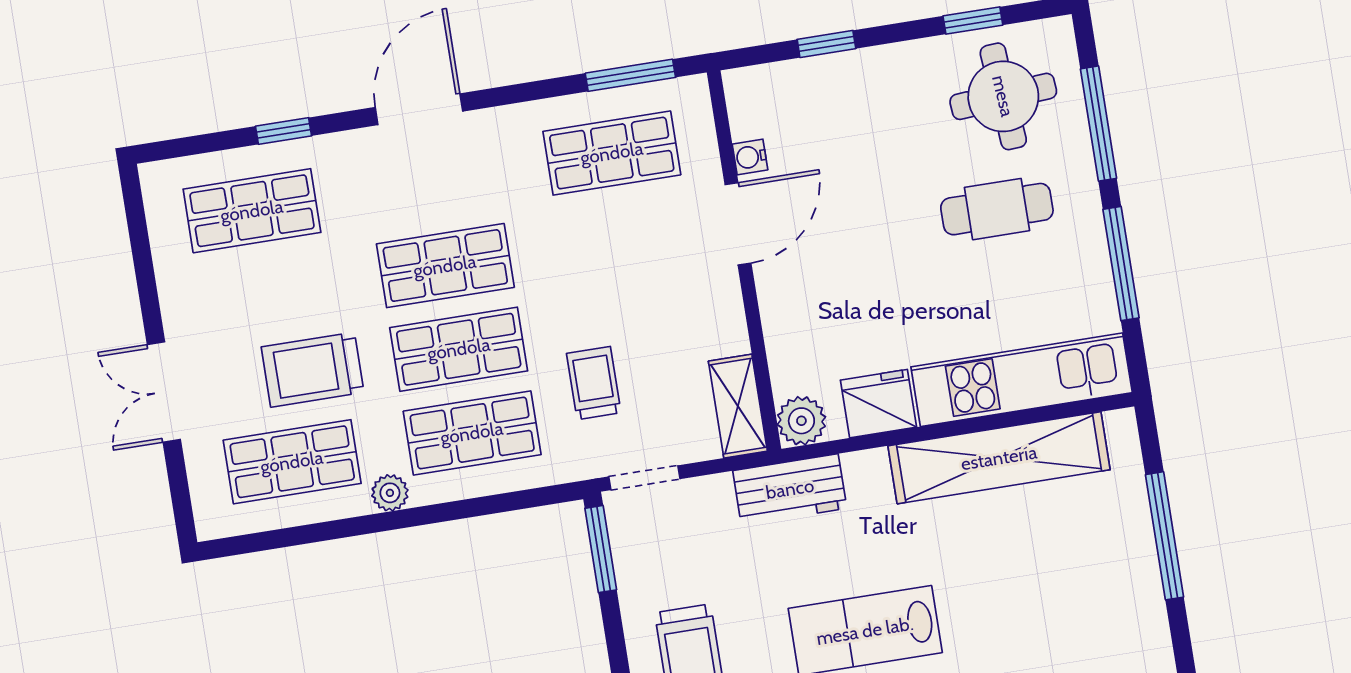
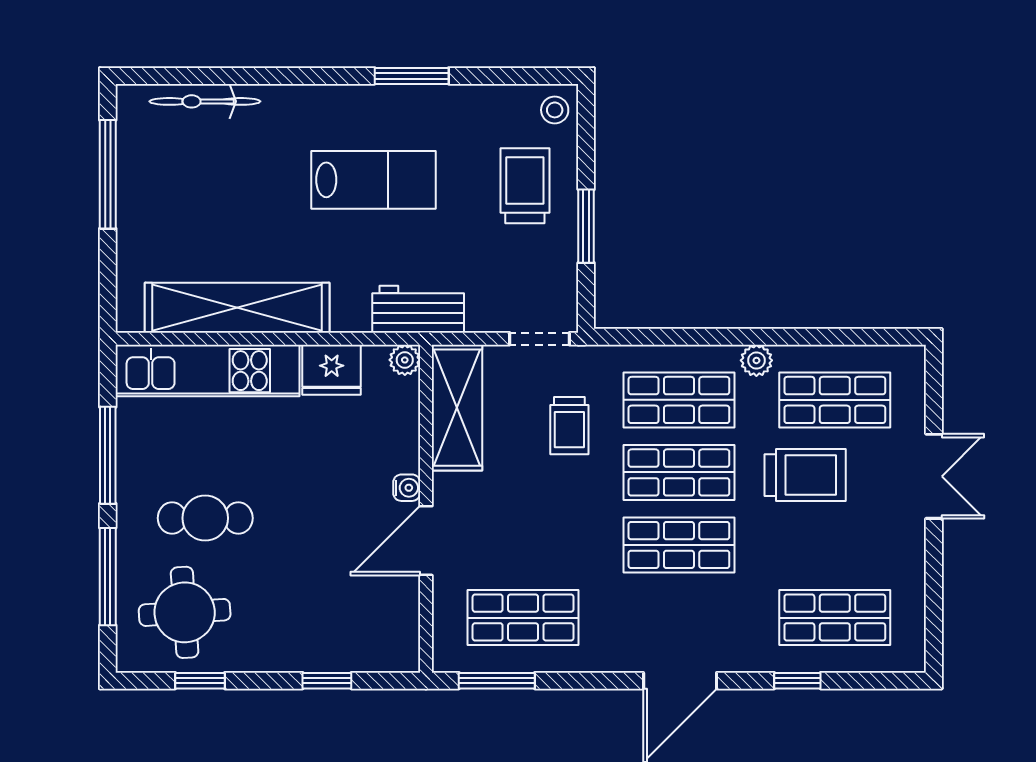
water cooler: (750, 157) -> (407, 488), moved
shelving: (738, 406) -> (457, 408), width x1.50, depth x1.33
plant: (801, 421) -> (405, 360), width x0.73, depth x0.73
window: (1165, 536) -> (108, 174), moved
window: (601, 549) -> (586, 226), moved

